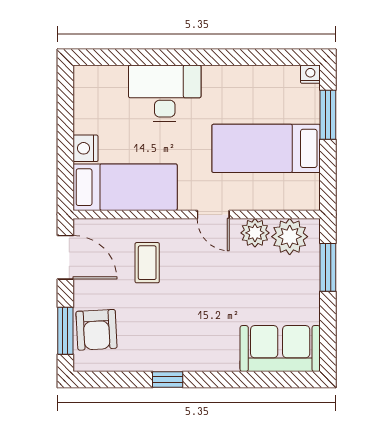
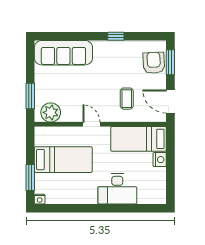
plant: (255, 233) -> (69, 115), removed
sofa: (280, 349) -> (63, 53), width x1.36

